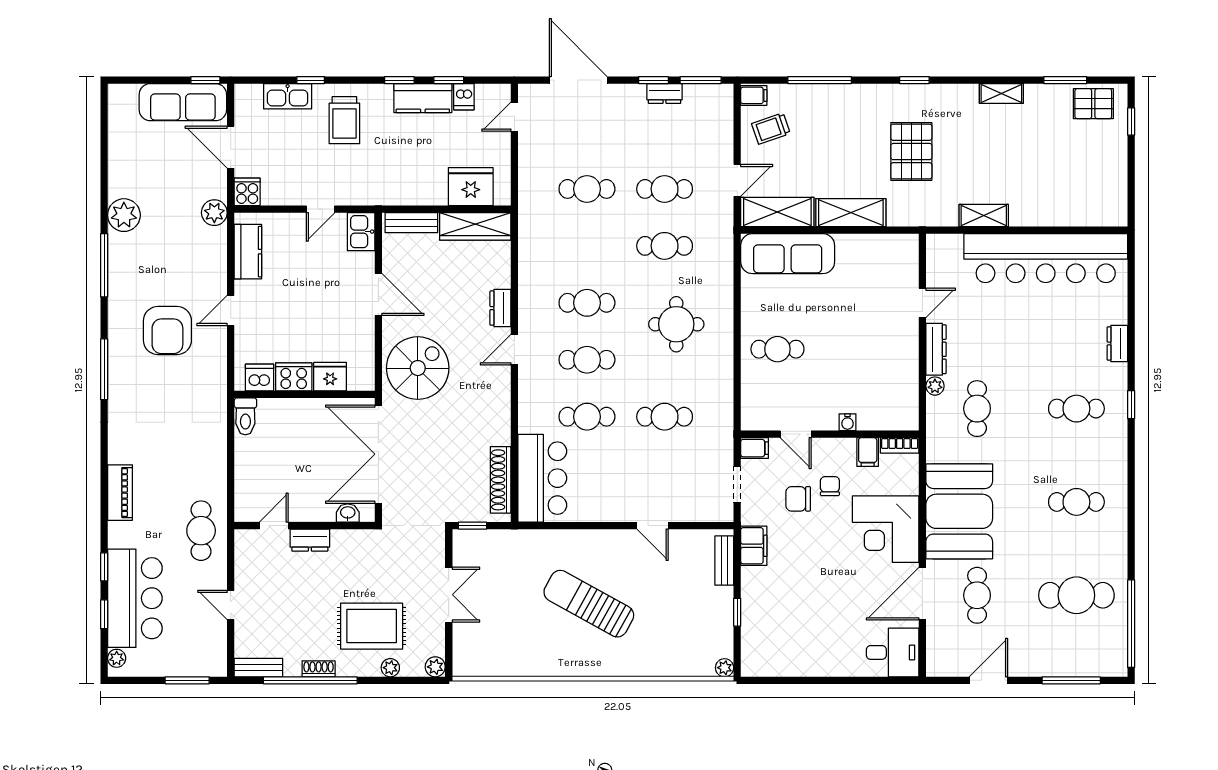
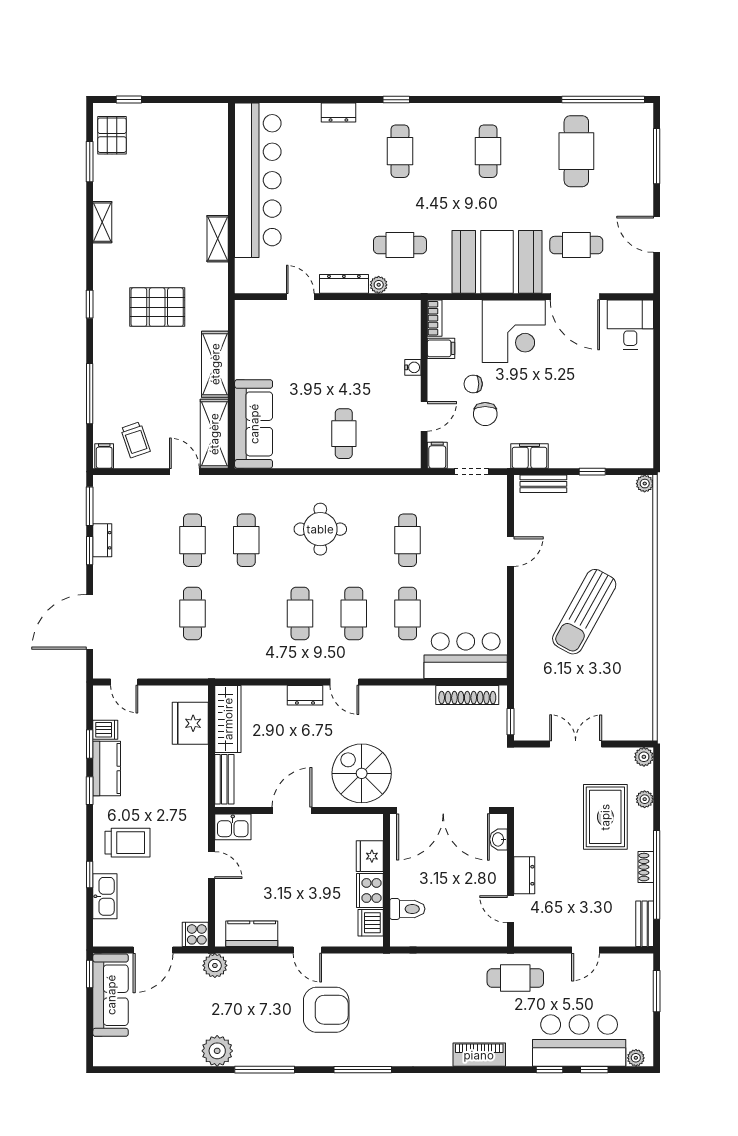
toilet: (245, 416) -> (407, 909), moved

